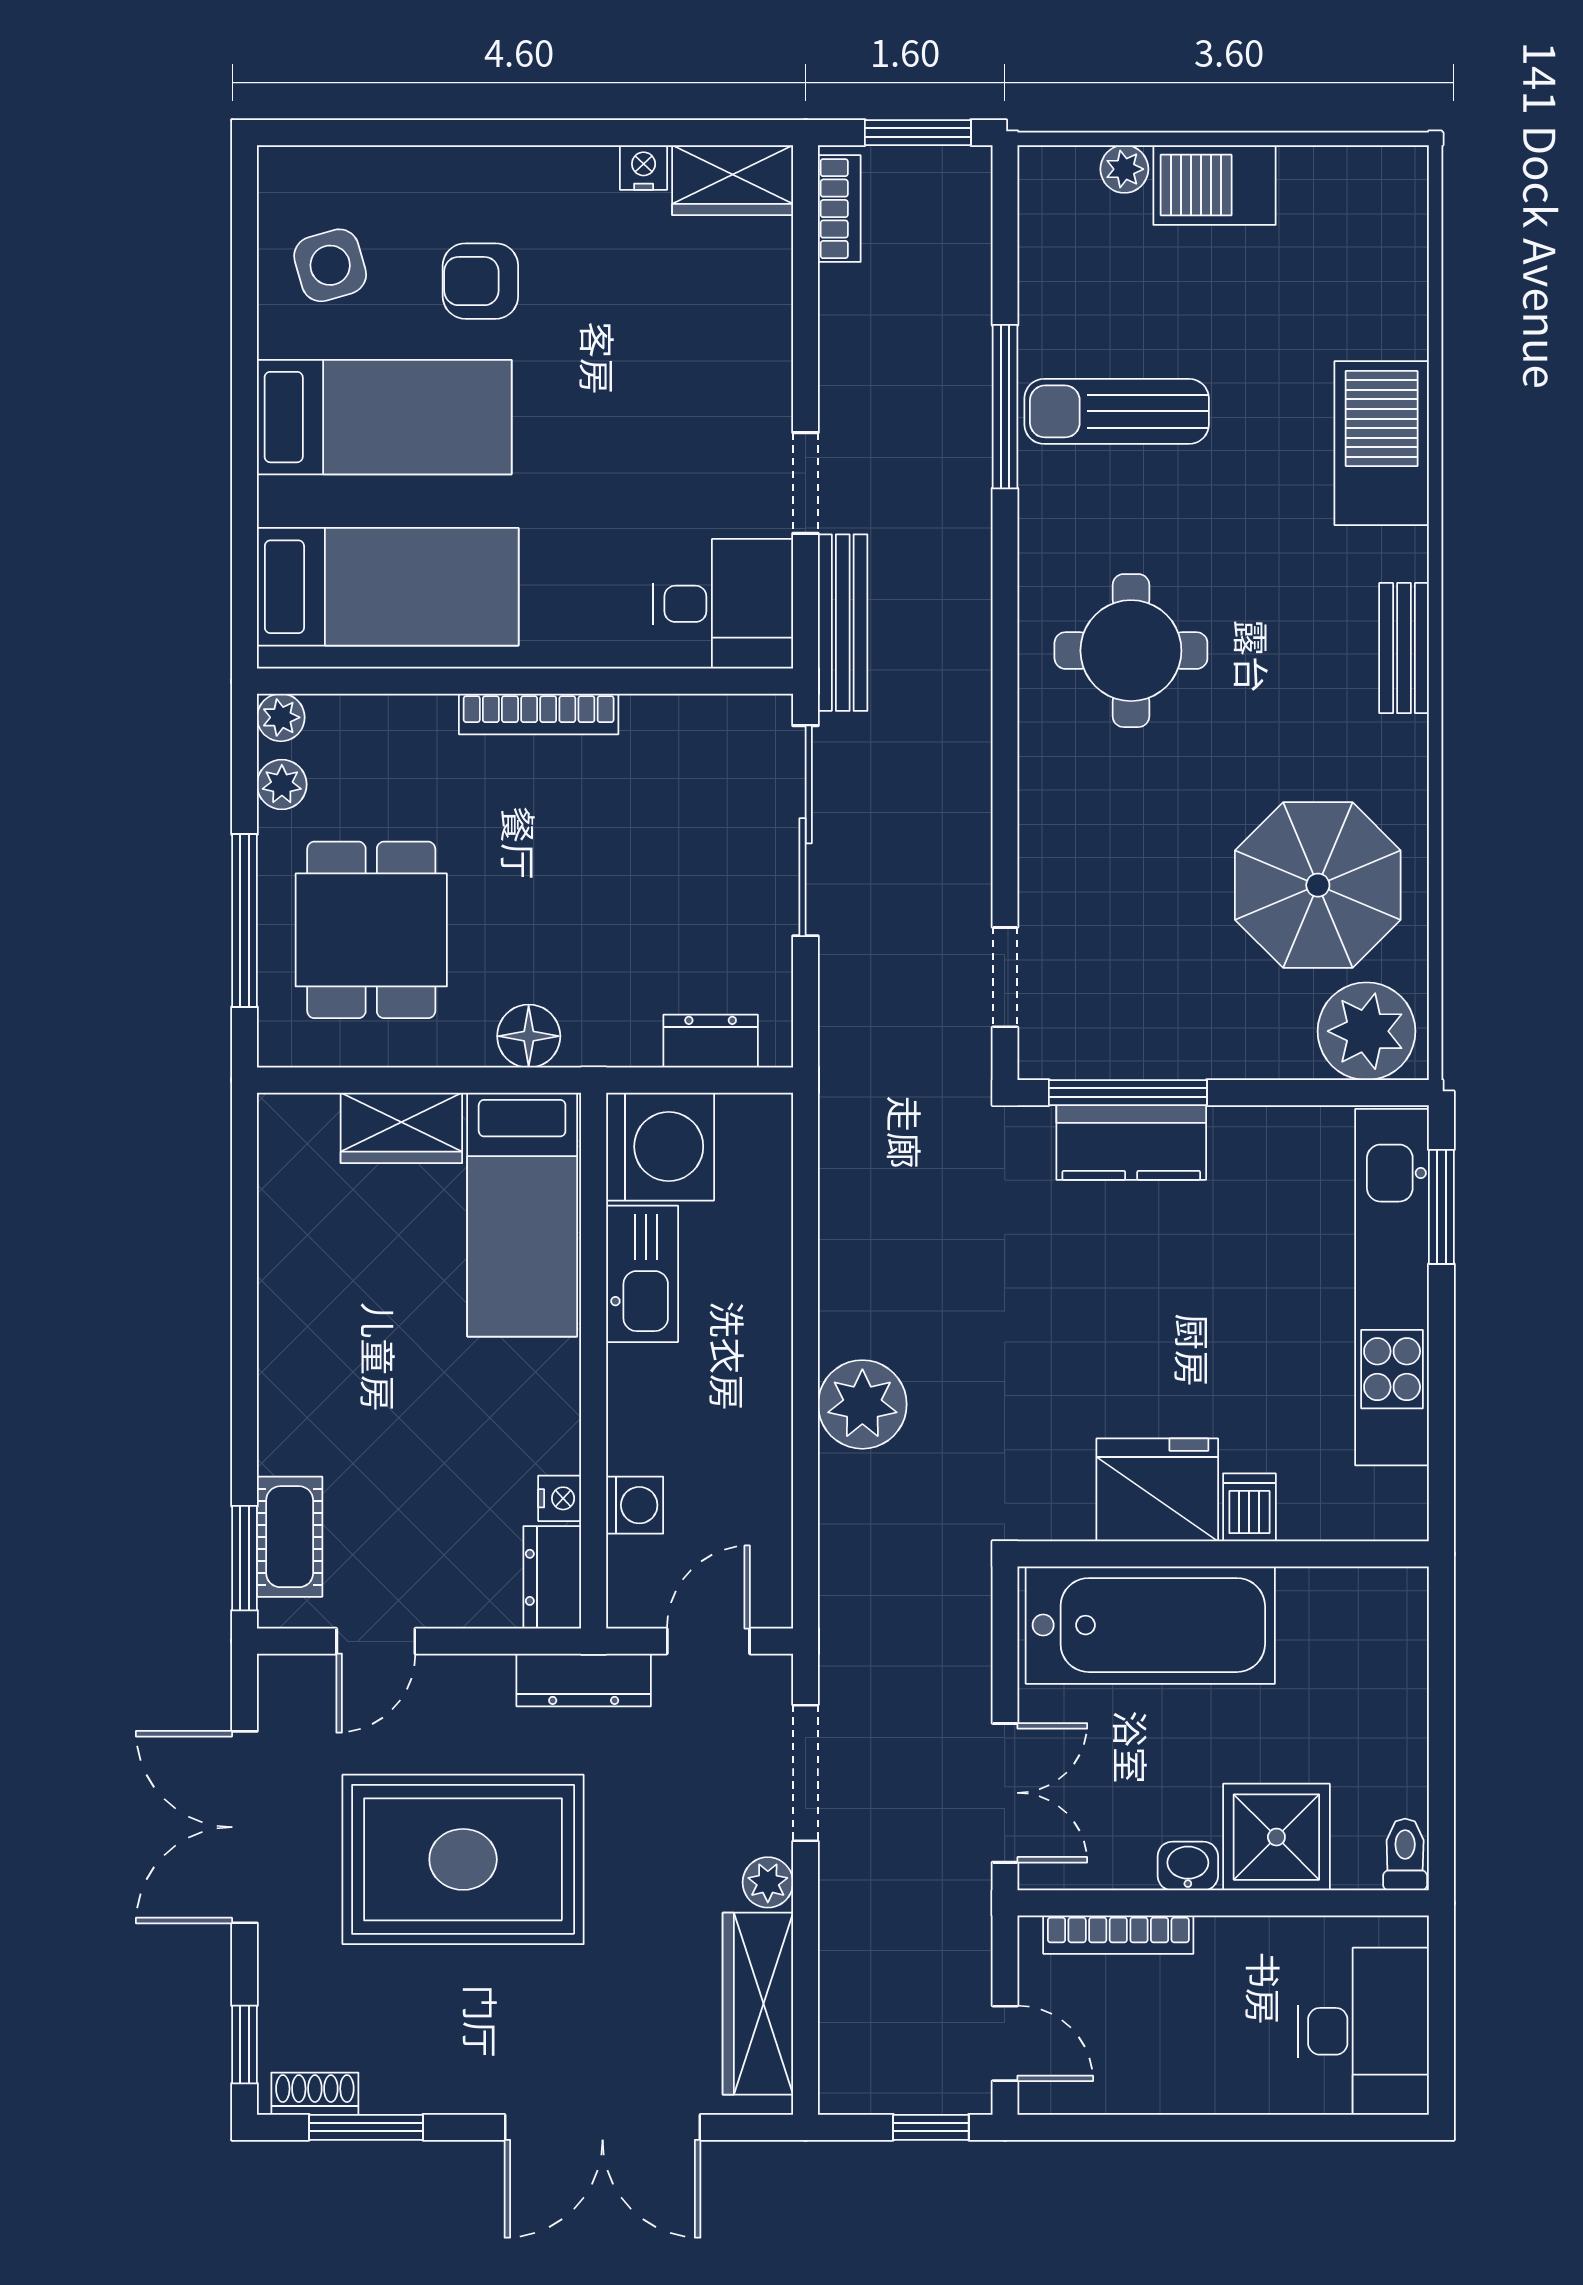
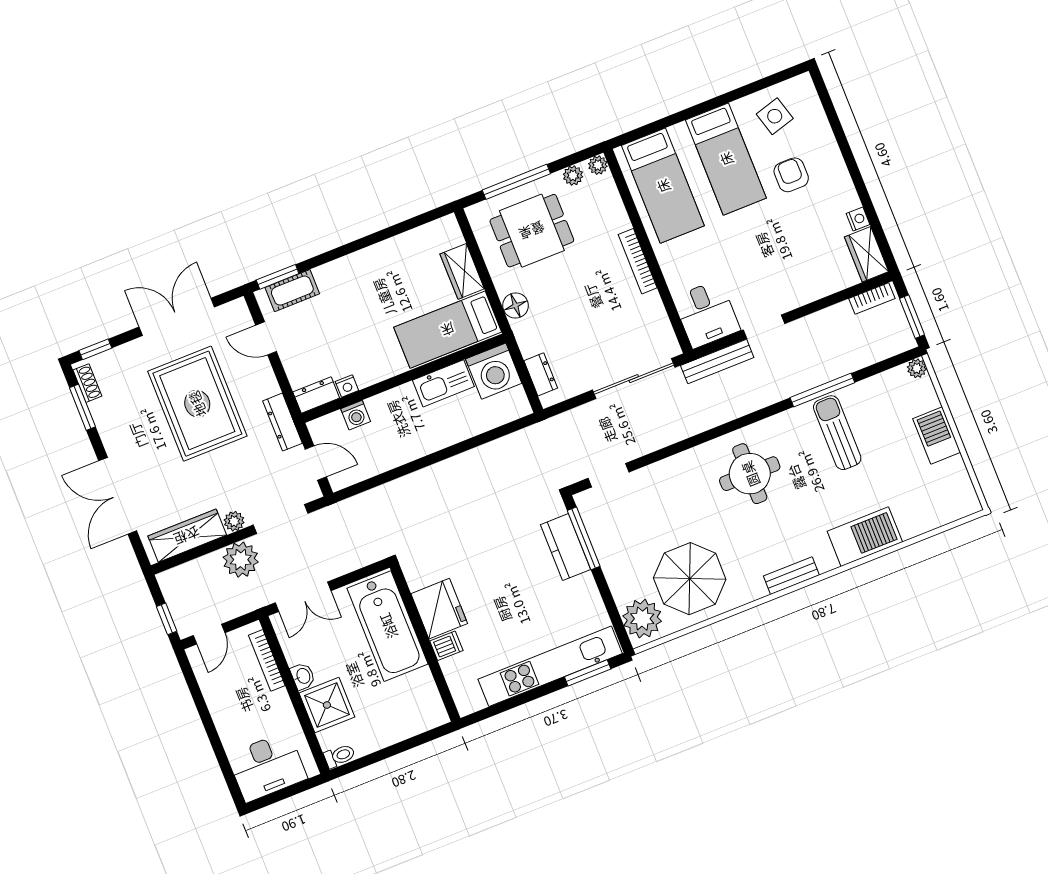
plant: (1124, 169) -> (917, 368), moved
plant: (862, 1404) -> (241, 560), moved

